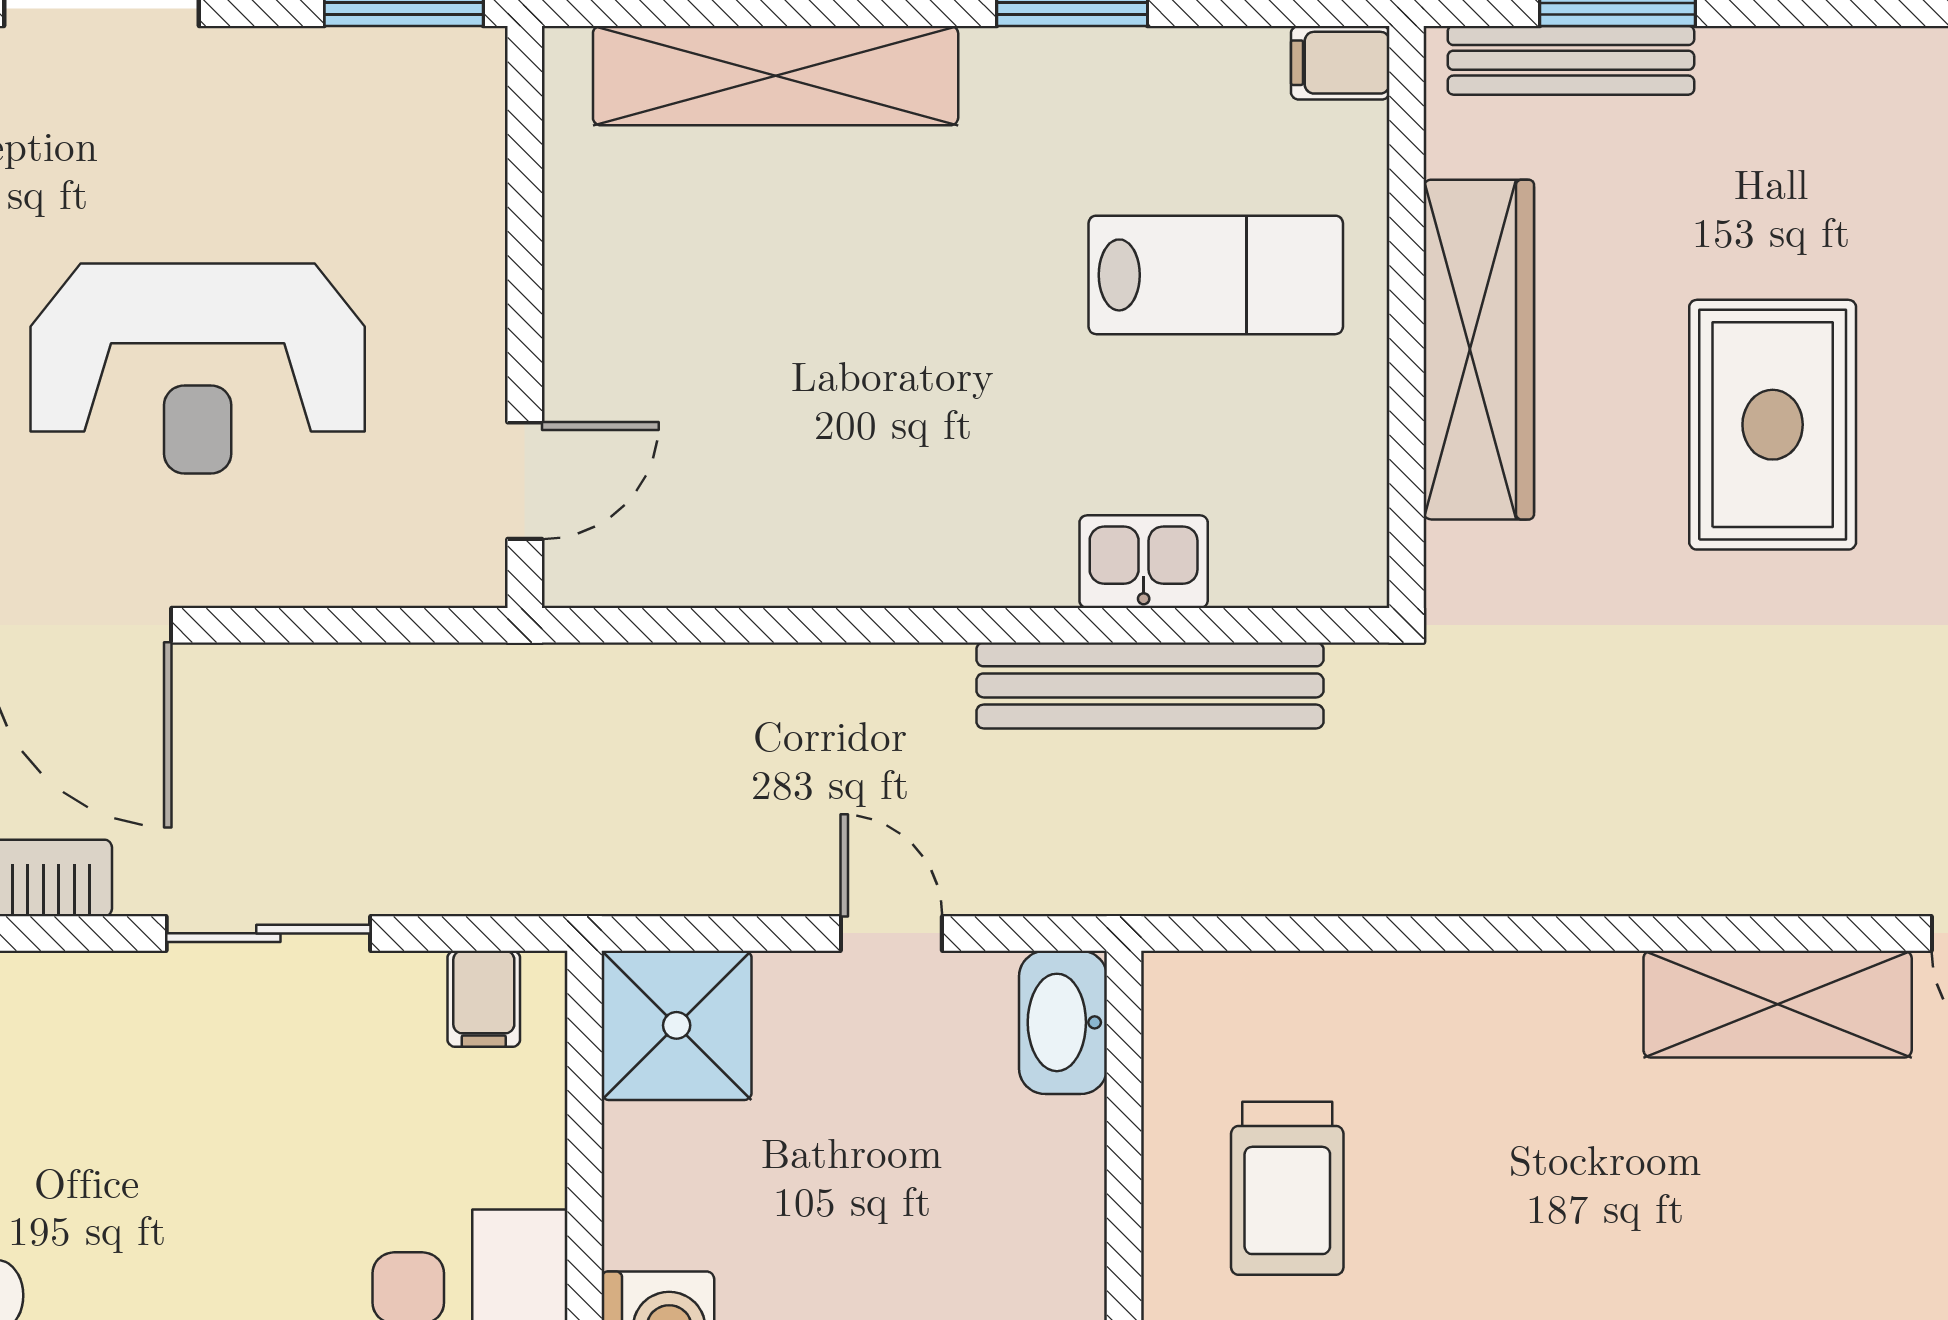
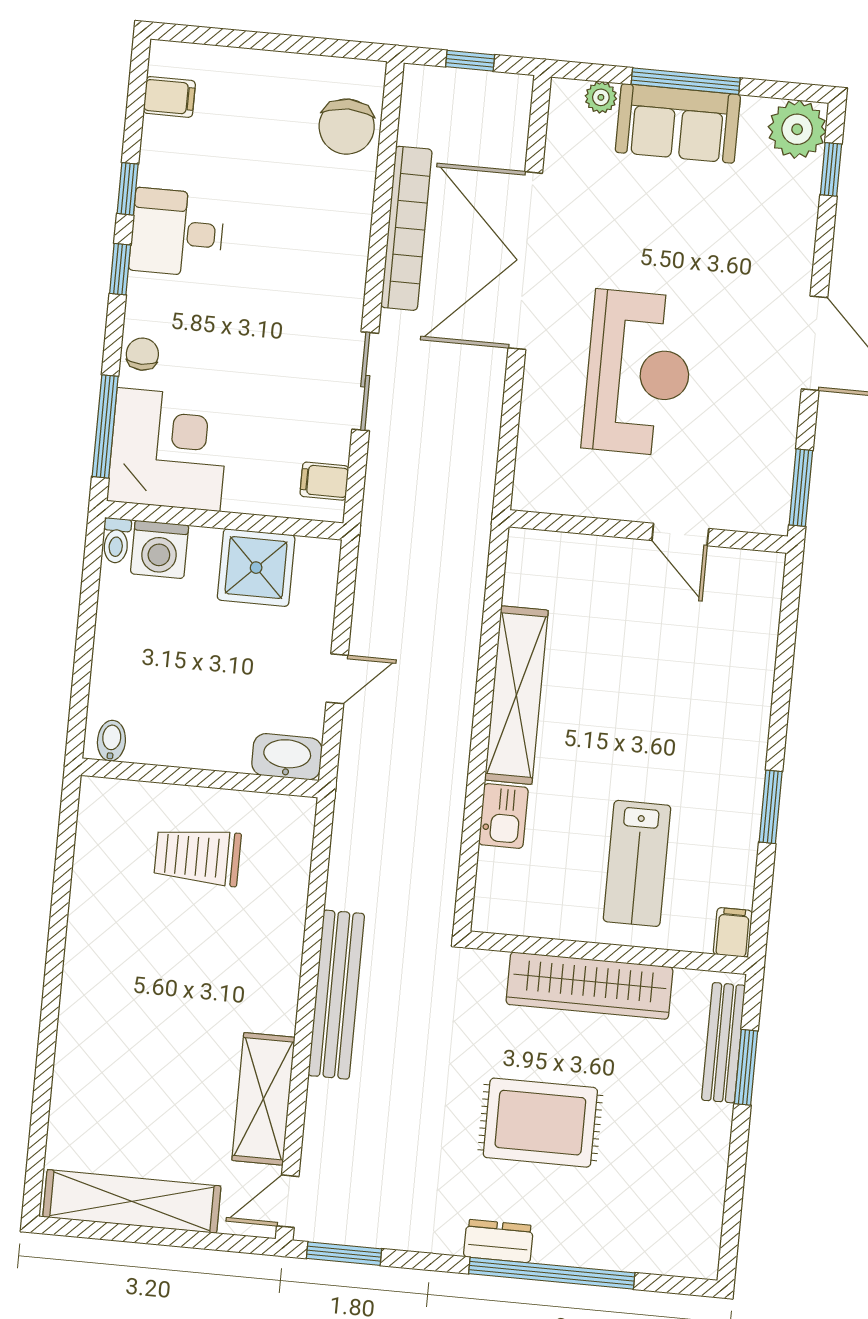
shelving: (776, 76) -> (516, 695), moved
reception desk: (198, 369) -> (638, 373), turned 180
door: (525, 481) -> (680, 534), moved
bench: (1150, 685) -> (336, 995), moved
shower: (677, 1025) -> (256, 568), moved

